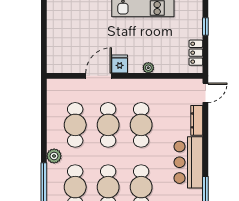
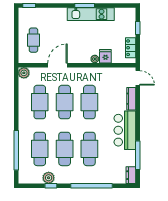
cafe table: (67, 43) -> (33, 40), added
fridge: (120, 64) -> (105, 56), moved
door: (205, 93) -> (138, 78), hinge flipped
plant: (54, 156) -> (24, 73), moved

